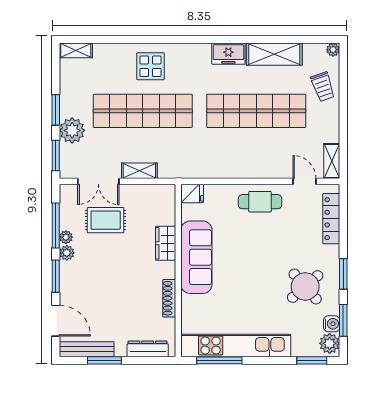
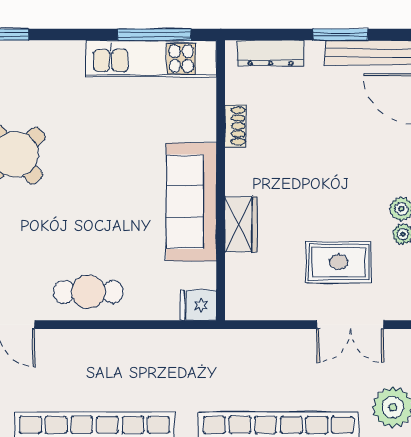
shelving: (139, 171) -> (284, 342), removed
double door: (98, 181) -> (350, 325), swing flipped
shoe rack: (169, 298) -> (235, 126), width x0.70
kitchen unit: (236, 346) -> (151, 59), width x0.73

